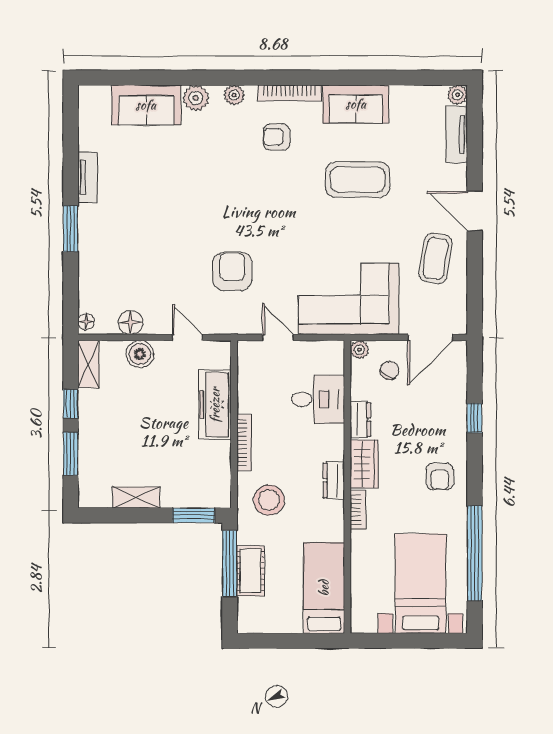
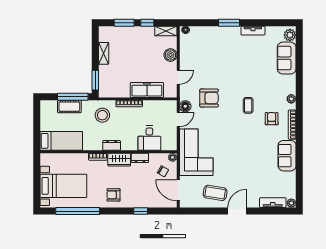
plant: (196, 98) -> (290, 35), moved
coffee table: (358, 180) -> (248, 105), moved, width x0.54, depth x0.58
floor lamp: (131, 322) -> (185, 106), moved

